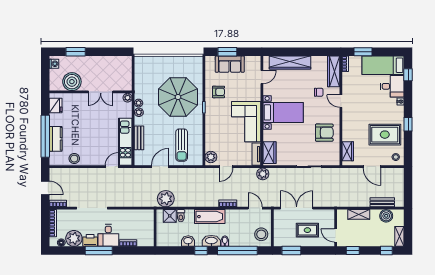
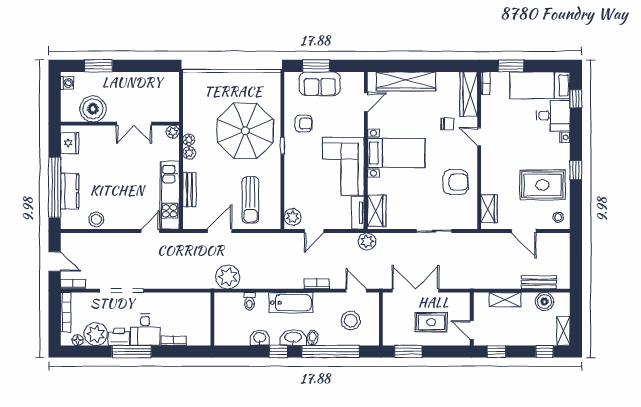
shower: (170, 216) -> (233, 302), removed
stool: (261, 234) -> (351, 321), moved

